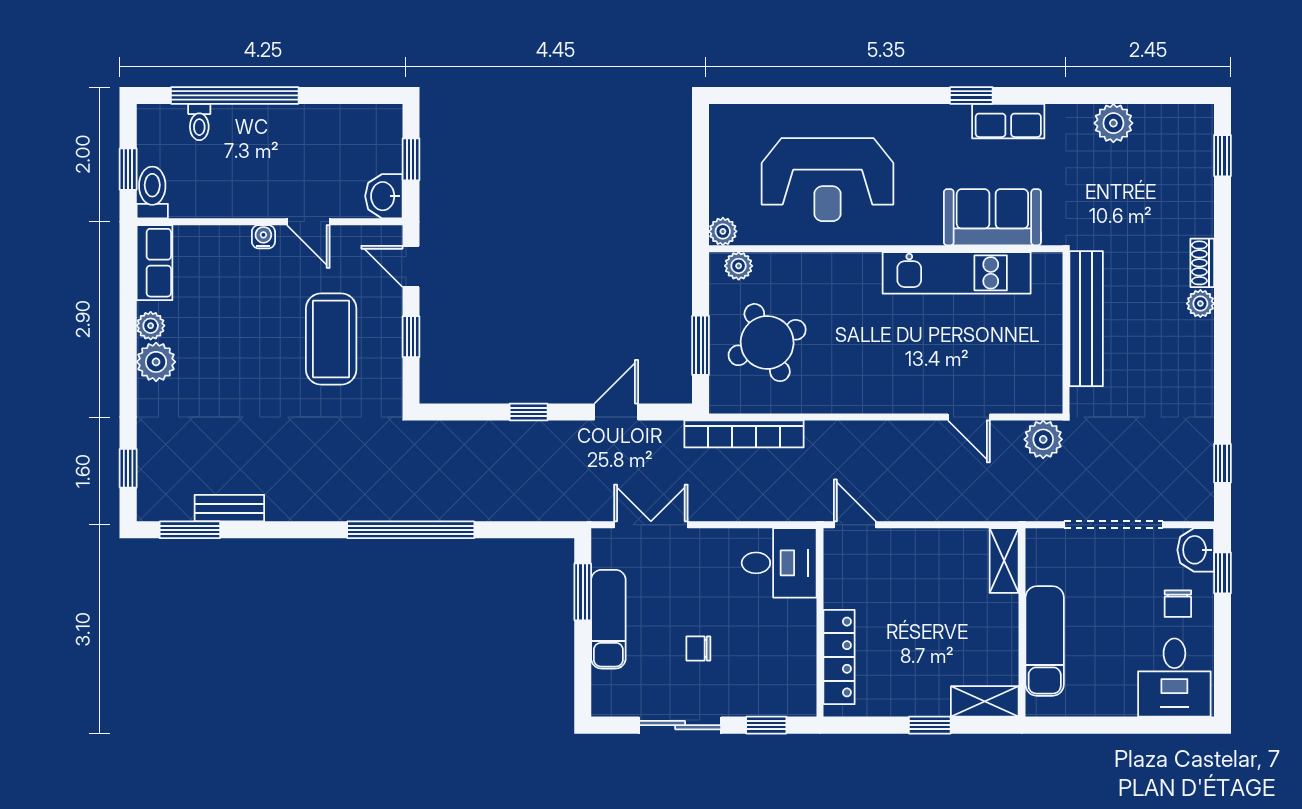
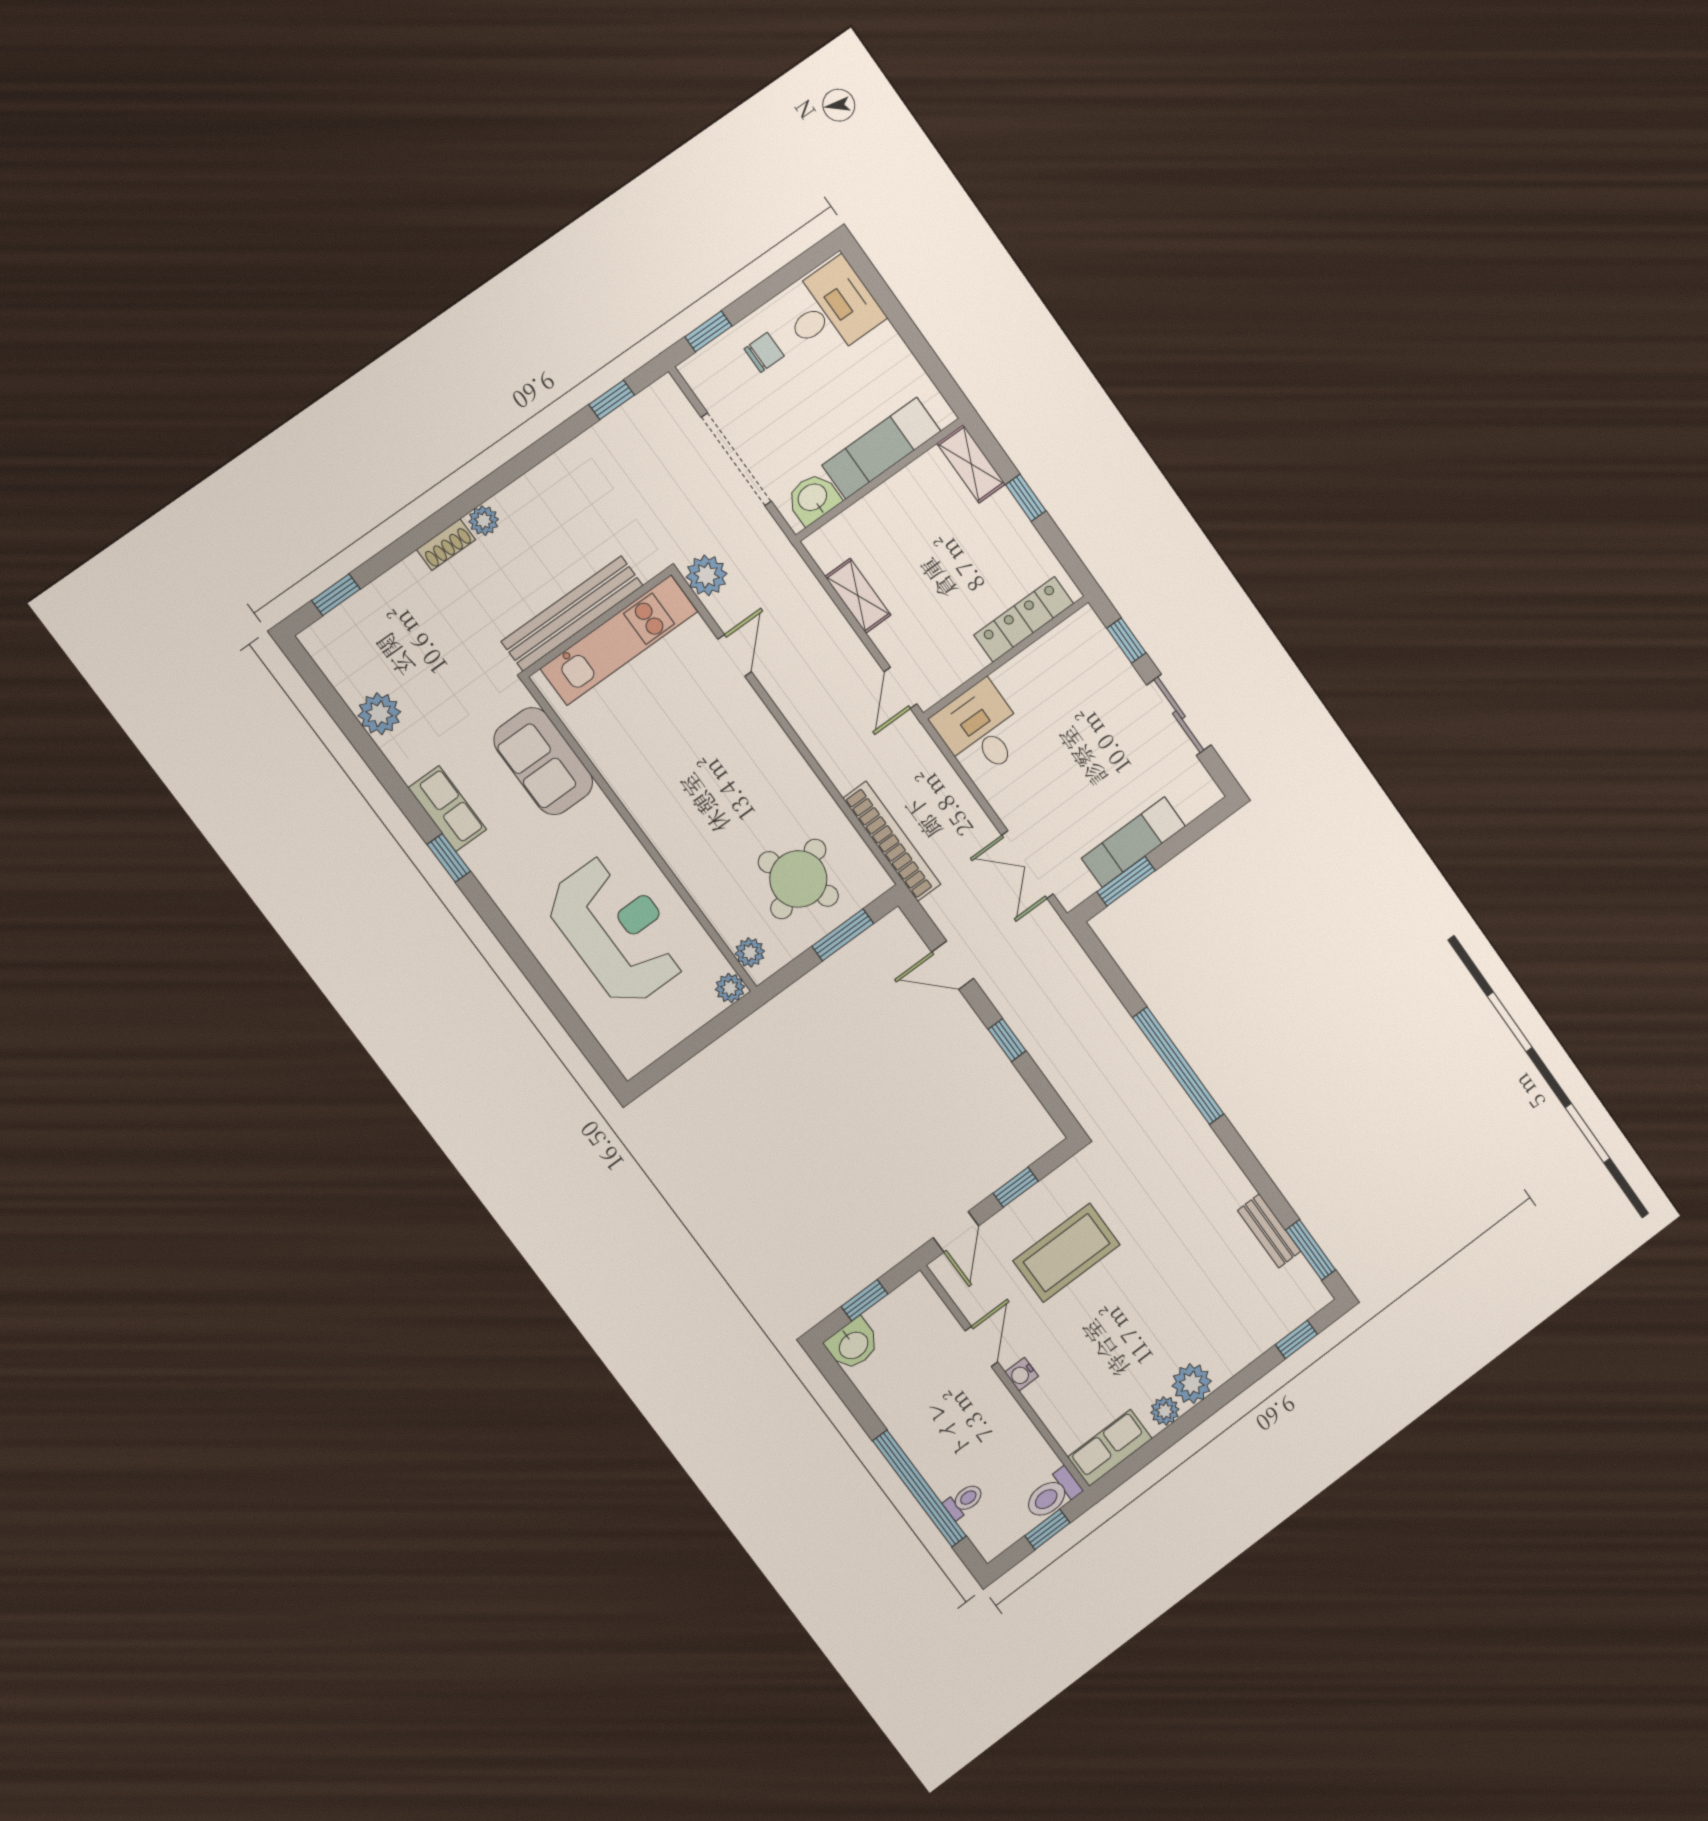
washbasin: (384, 196) -> (853, 1344), moved
kitchen unit: (957, 273) -> (619, 640), moved, turned 90
washbasin: (1196, 550) -> (813, 498), moved, turned 180
shelving: (1004, 561) -> (858, 596), moved, turned 90
chair: (698, 649) -> (1103, 747), removed

